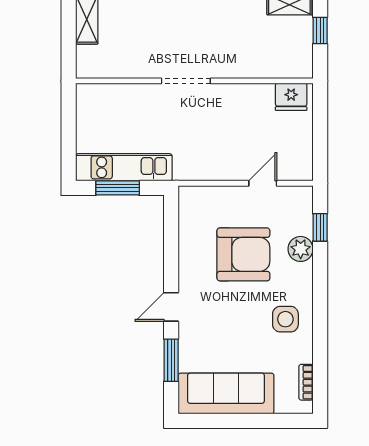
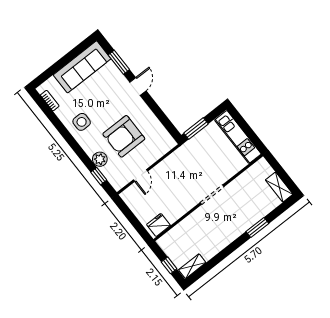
kitchen unit: (124, 167) -> (238, 137), moved, turned 90
window: (118, 188) -> (196, 128), moved

